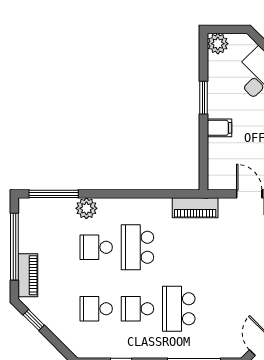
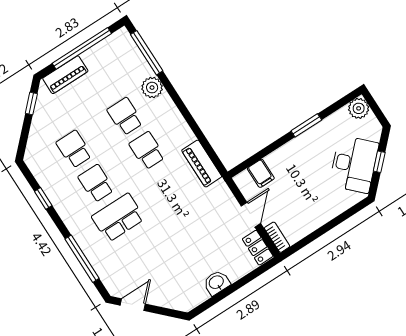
filing cabinet: (219, 128) -> (261, 173), moved
piano: (195, 208) -> (202, 164), moved
school desk: (137, 247) -> (147, 151), width x0.54

